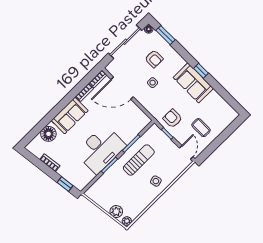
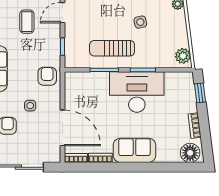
armchair: (173, 118) -> (47, 76), moved, turned 180
floor lamp: (48, 134) -> (190, 153), moved
side table: (156, 181) -> (140, 22), moved
plant: (116, 212) -> (183, 56), moved

